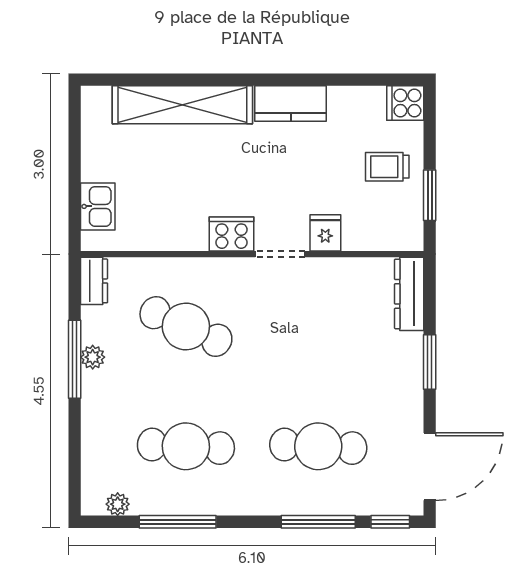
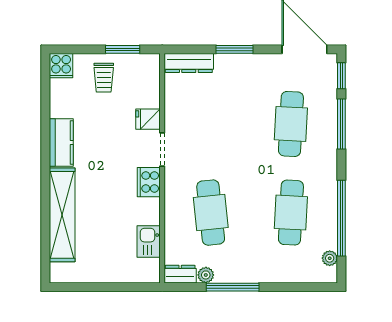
kitchen sink: (98, 206) -> (149, 241), moved, turned -90
cafe table: (186, 326) -> (211, 213), turned -30
plant: (93, 357) -> (206, 275), moved
window: (178, 522) -> (341, 218), width x1.46

